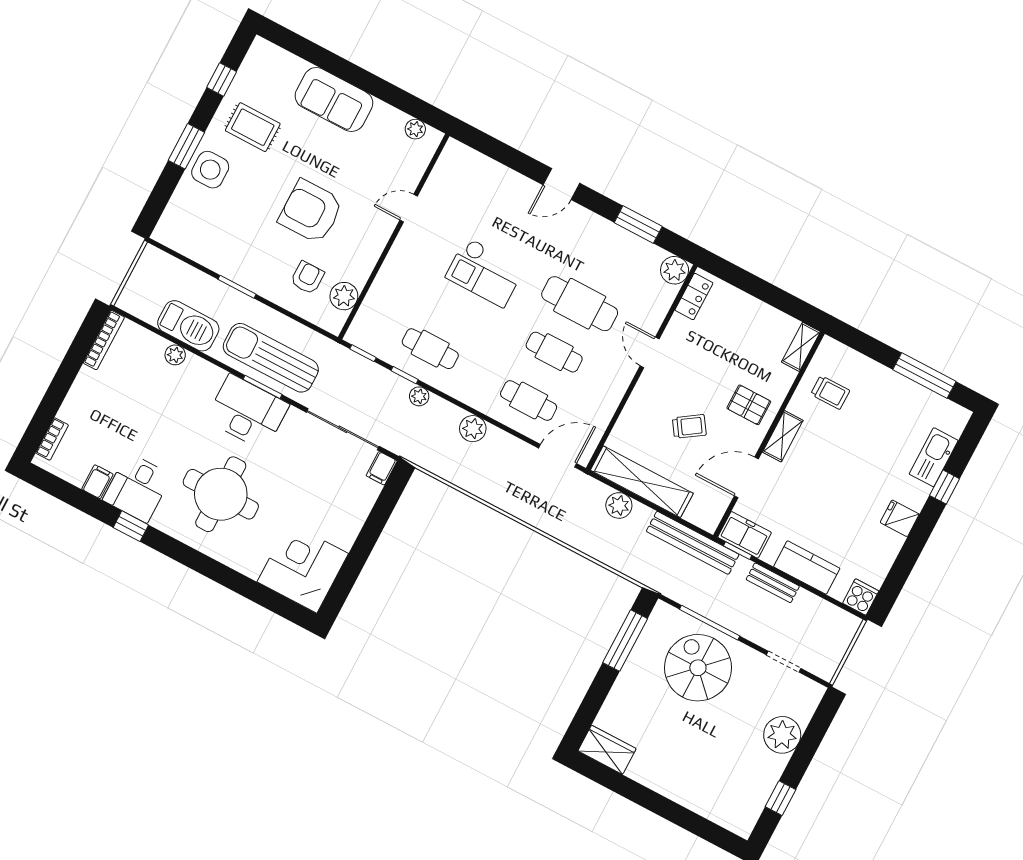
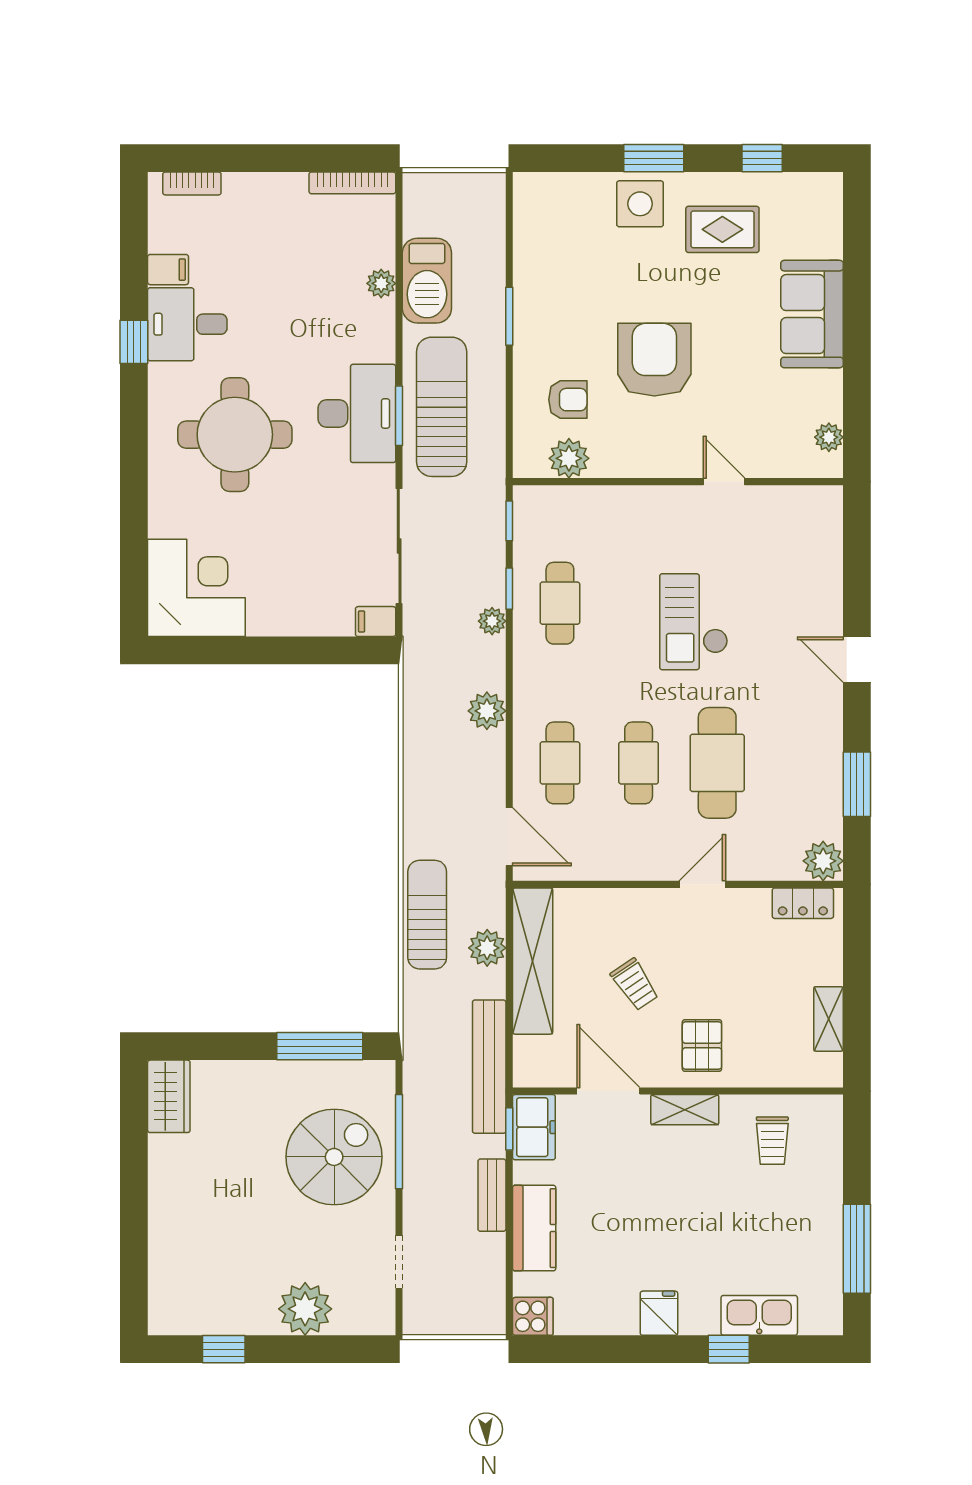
rug: (253, 127) -> (722, 229), turned 90
shelving: (801, 347) -> (829, 1019), moved, turned 90
sun lounger: (579, 532) -> (427, 915), added

